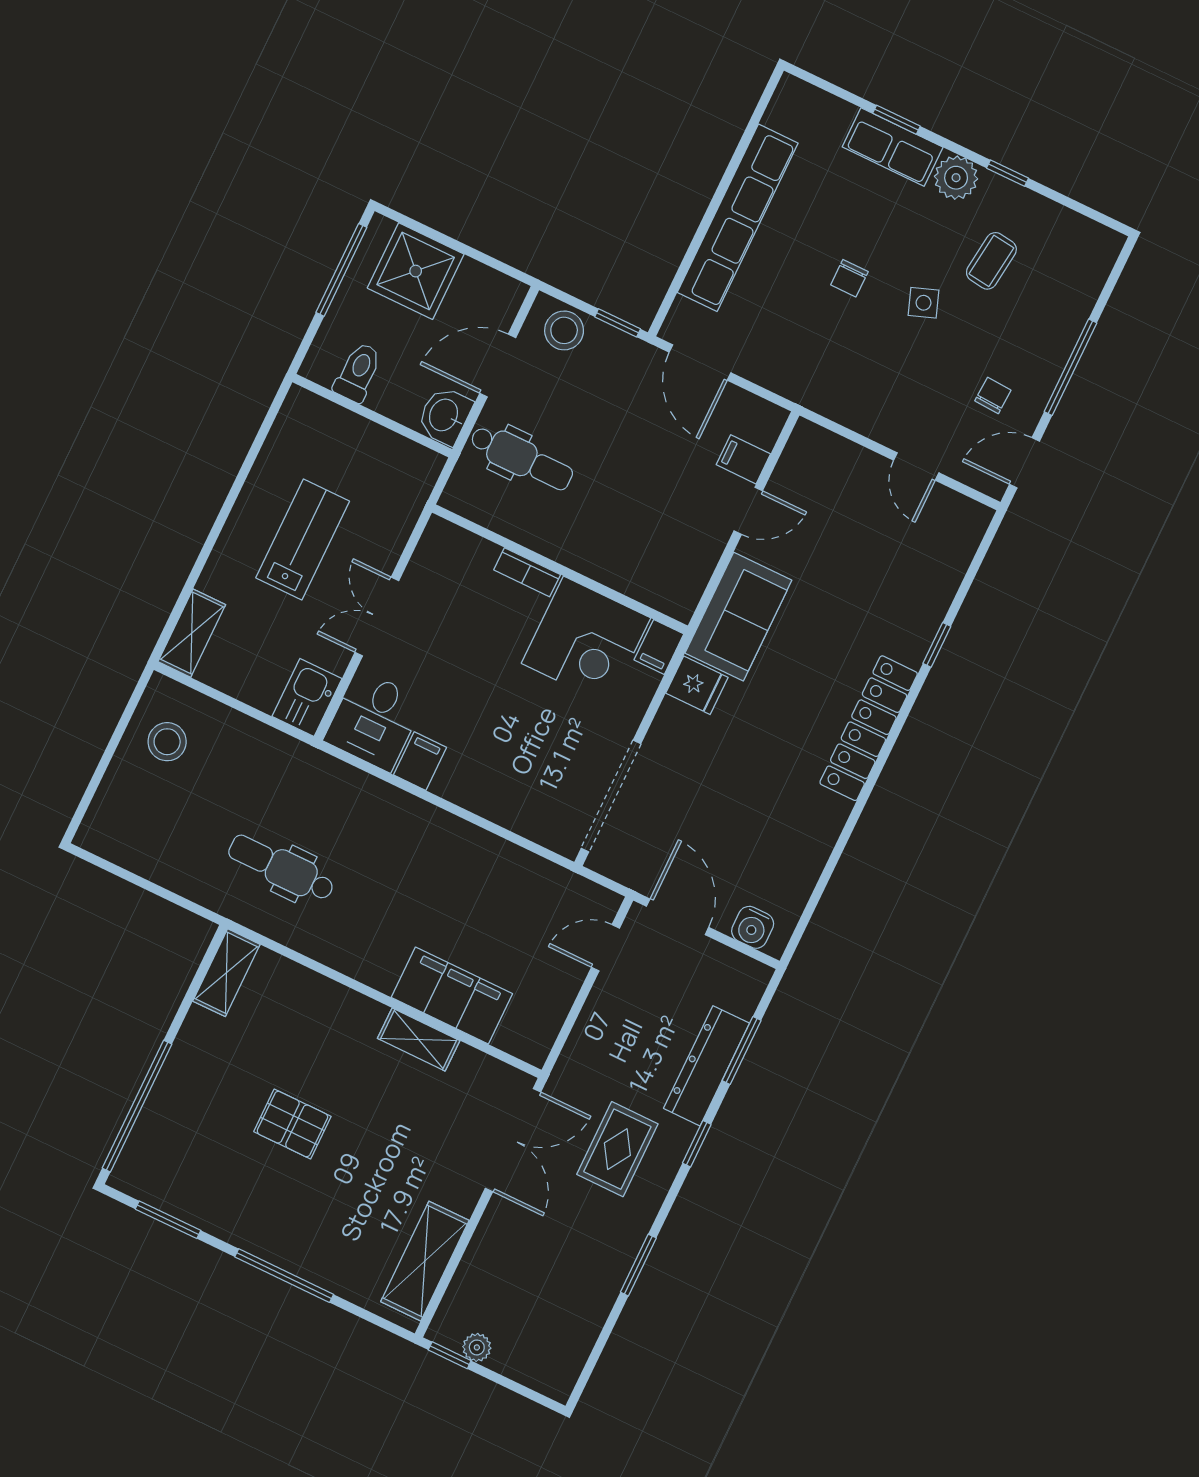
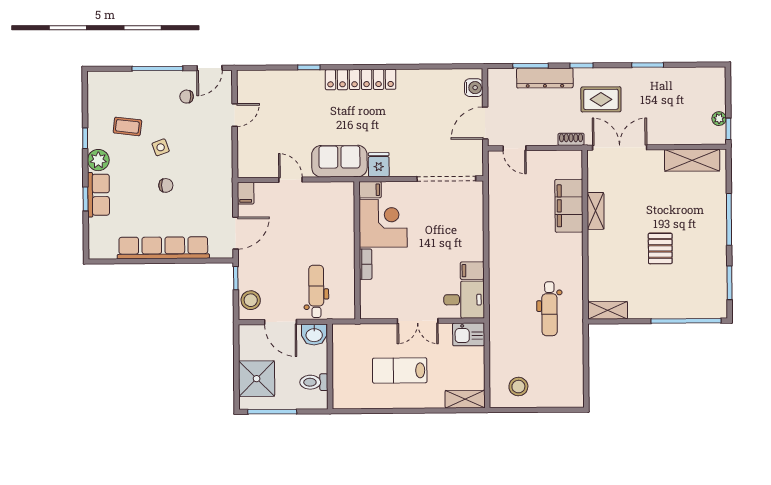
filing cabinet: (743, 459) -> (246, 193), moved
door: (1024, 463) -> (210, 68), hinge flipped
shoe rack: (571, 1059) -> (571, 139), added

